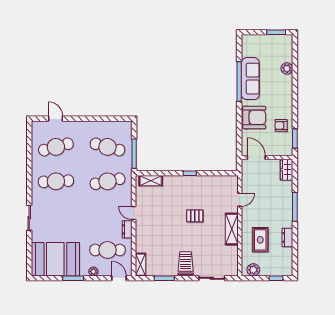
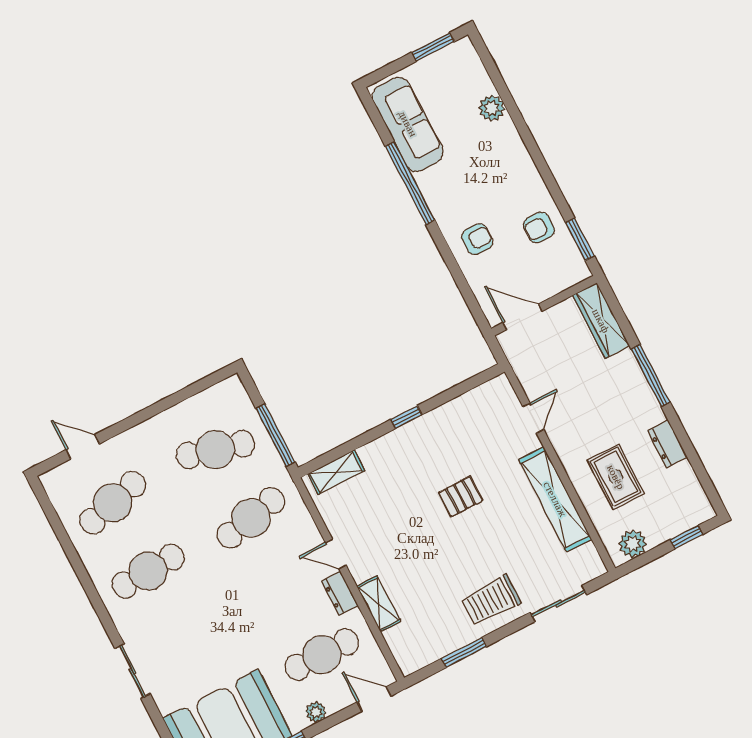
sofa: (250, 79) -> (408, 124), moved
armchair: (254, 117) -> (477, 239), width x0.53, depth x0.53
wardrobe: (287, 170) -> (601, 321), width x1.50
shelving: (232, 229) -> (555, 499), width x1.47
trolley: (186, 263) -> (491, 600), turned -90
shelving: (140, 265) -> (379, 604), moved

